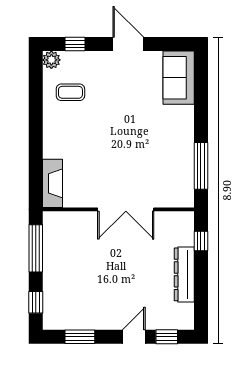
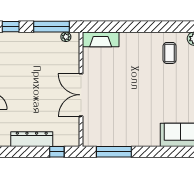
plant: (49, 229) -> (66, 37), added

